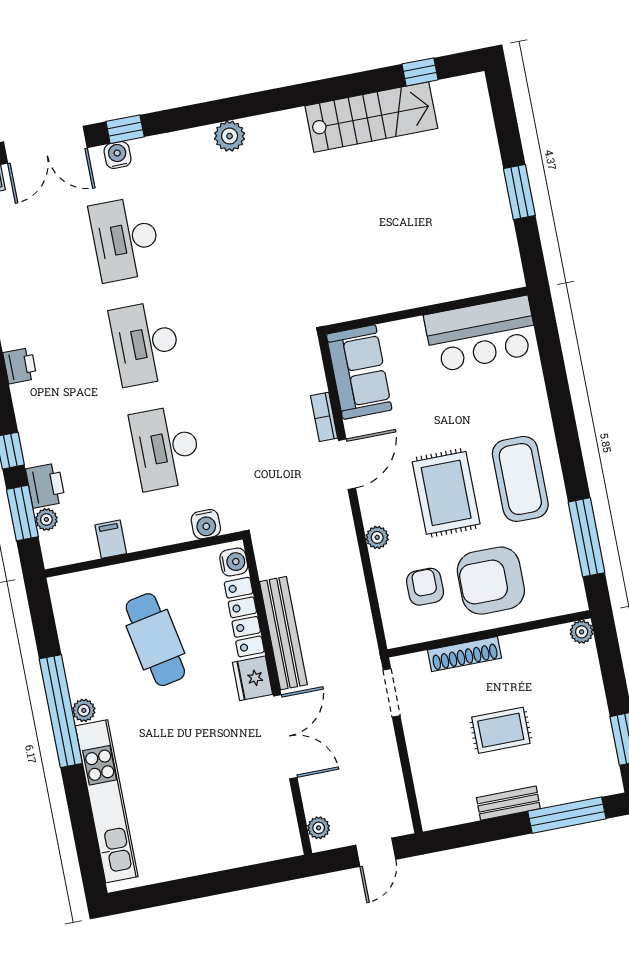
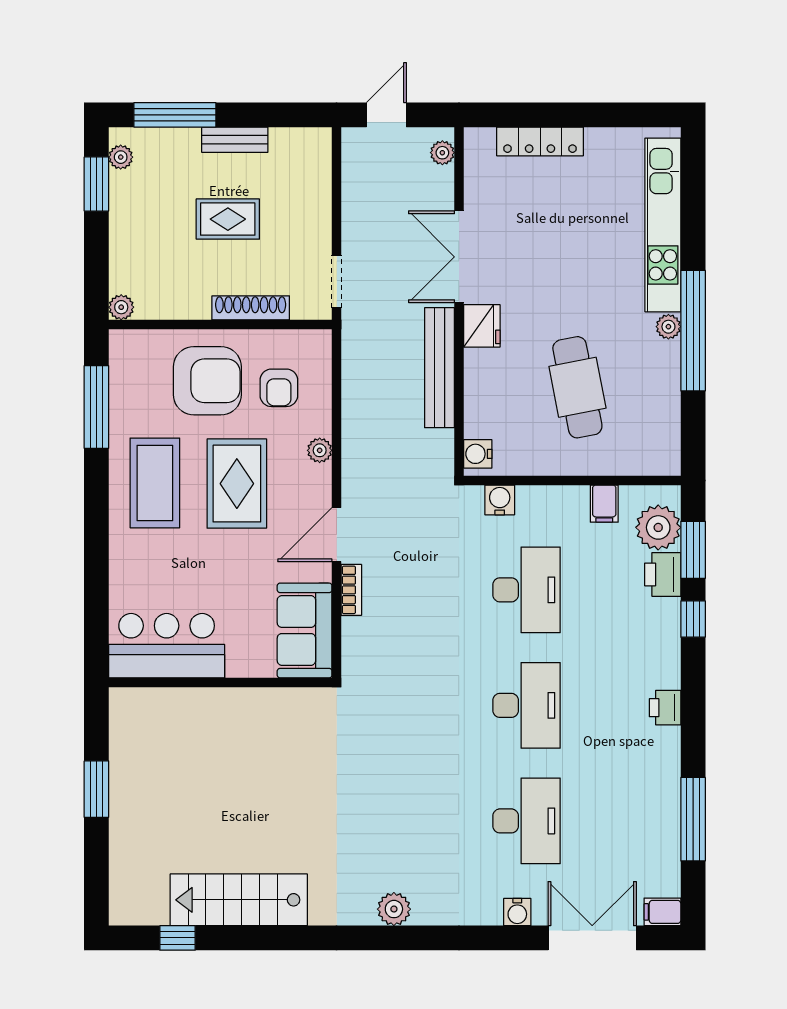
window: (125, 129) -> (504, 938), removed
plant: (46, 519) -> (658, 527), width x1.87, depth x1.87
locker: (244, 617) -> (540, 141), moved, turned 90
plant: (608, 767) -> (121, 157), added

